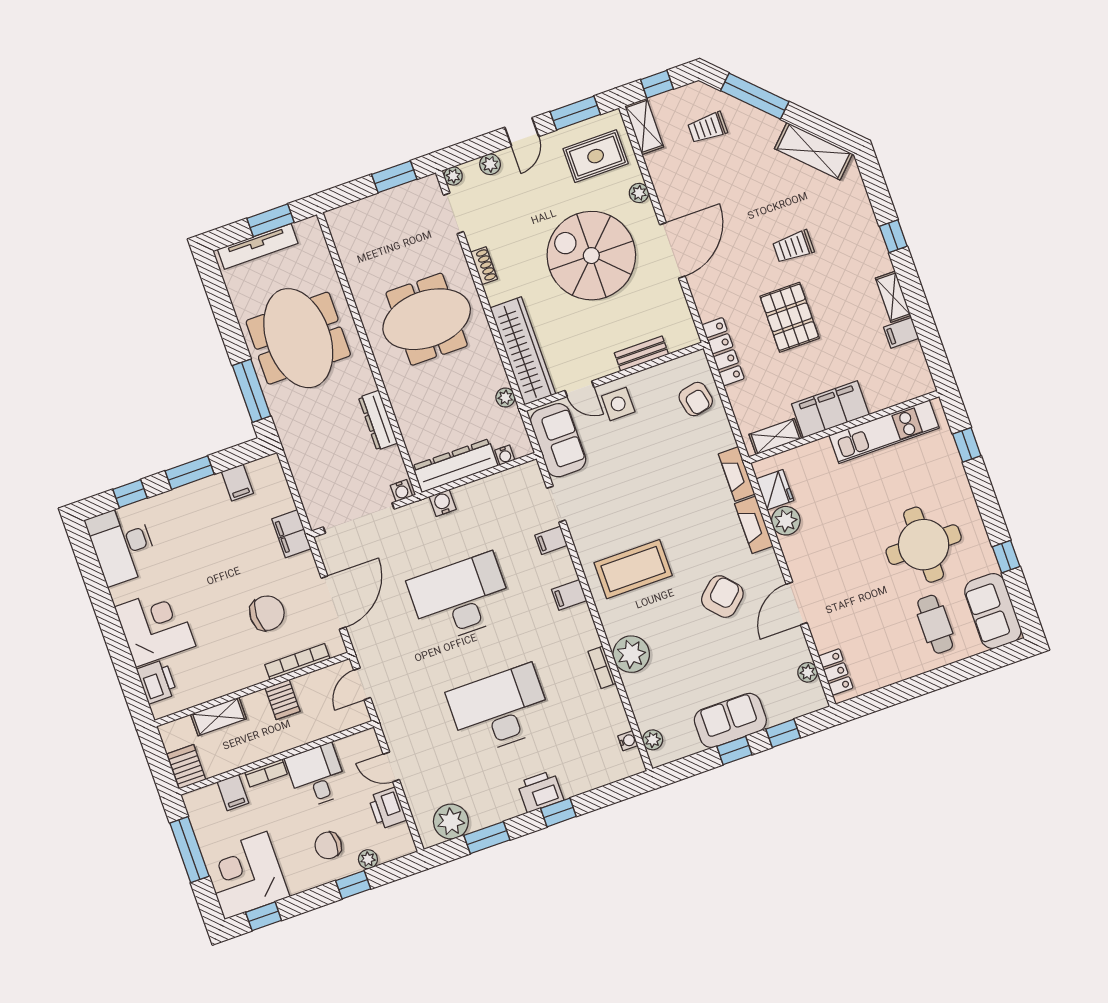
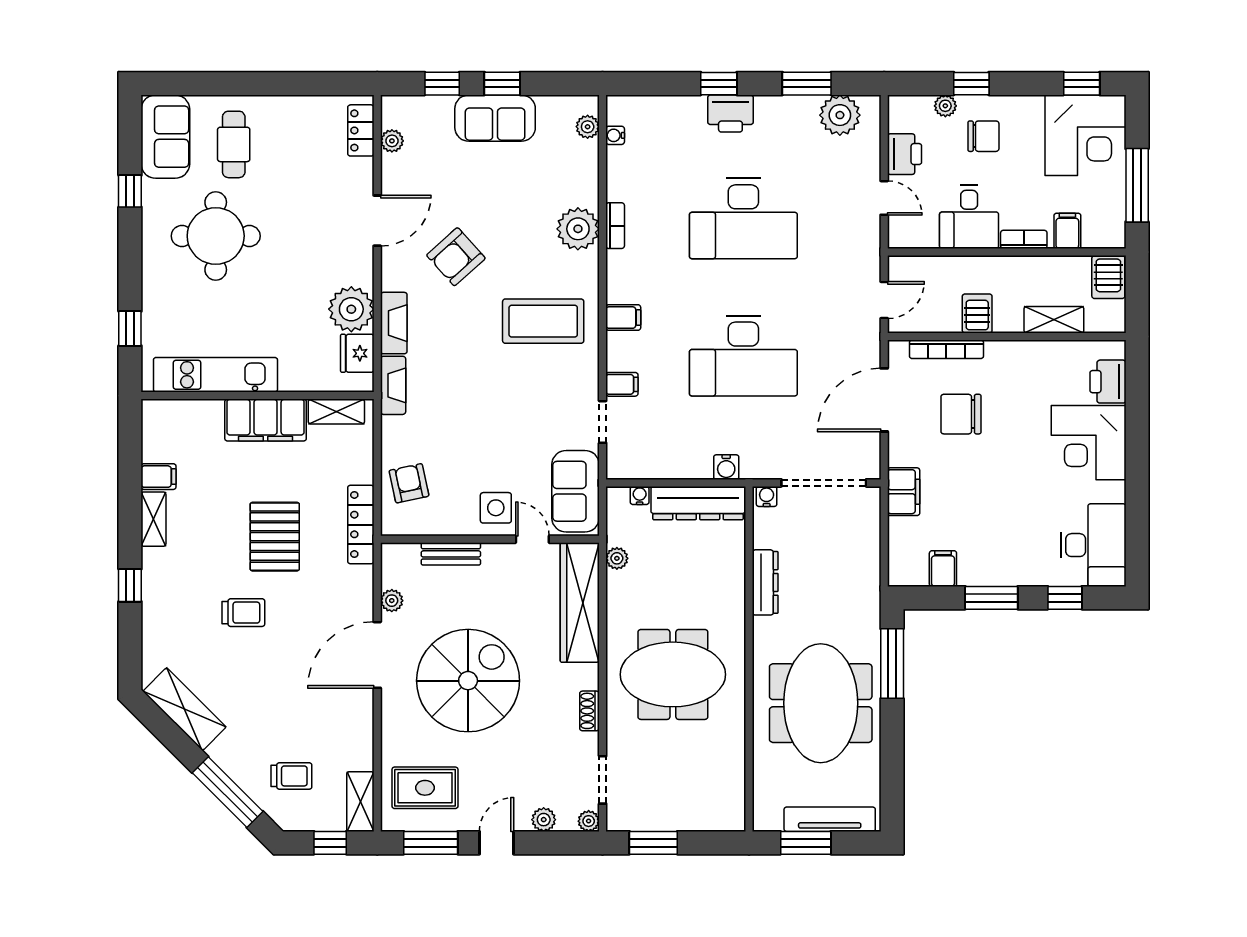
plant: (639, 193) -> (392, 601), moved
spiral stairs: (591, 256) -> (468, 681), turned -90
plant: (786, 521) -> (351, 309), width x1.36, depth x1.36

